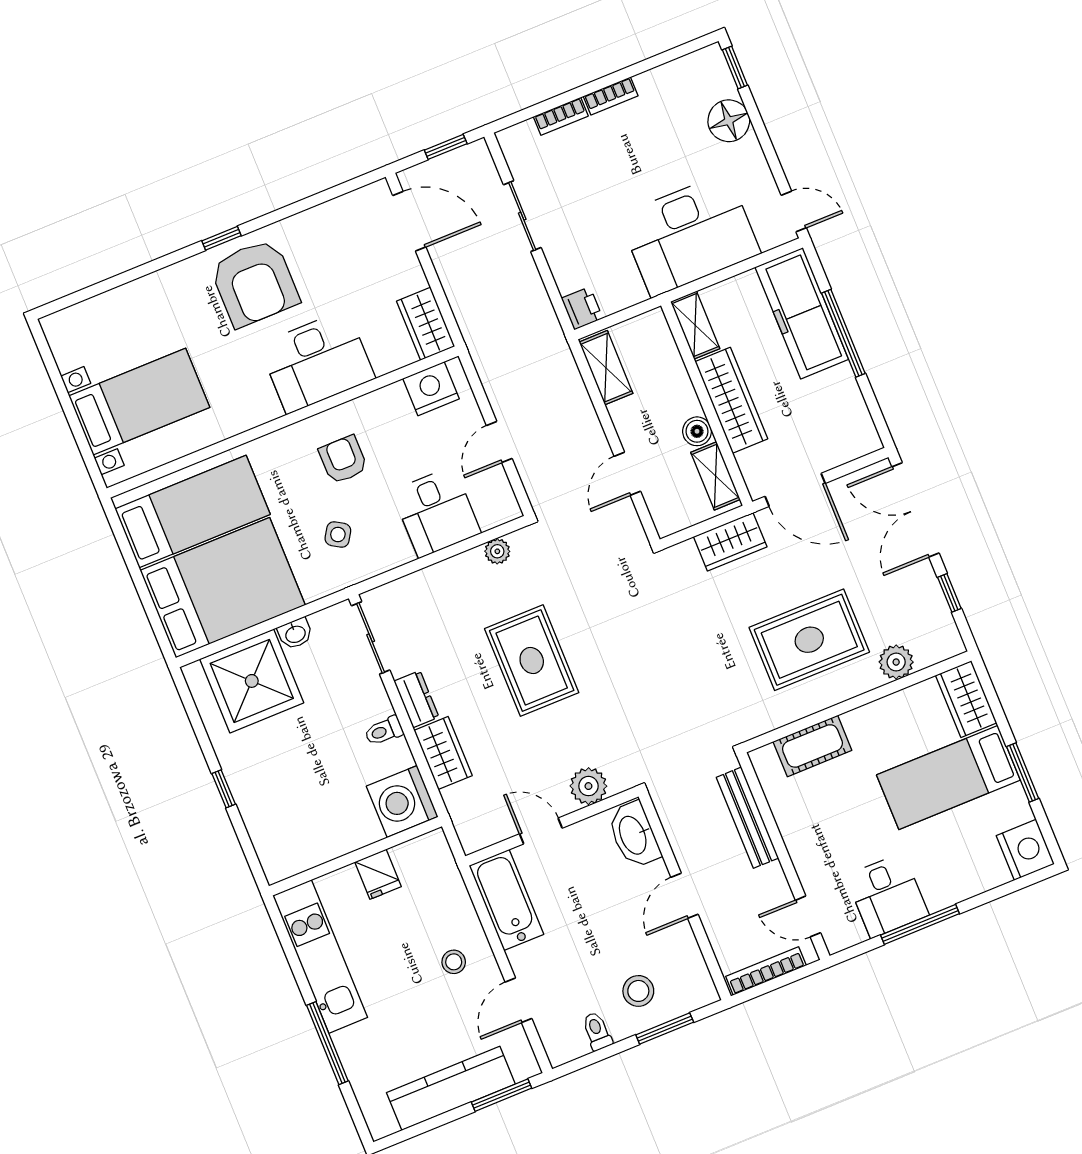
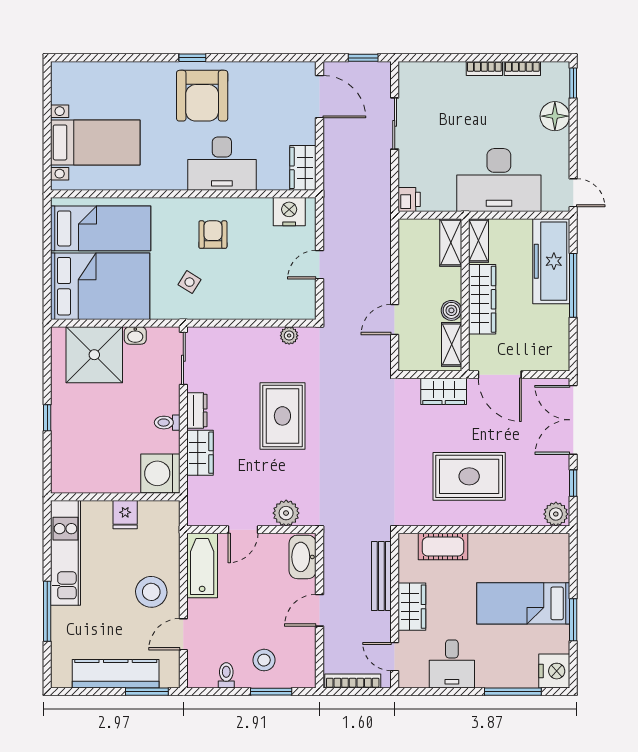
bookcase: (561, 116) -> (522, 68), moved
shelving: (606, 368) -> (451, 243), moved
desk: (436, 512) -> (260, 294), removed
plant: (896, 662) -> (556, 514), moved
wardrobe: (966, 699) -> (412, 607), moved, turned 180
door: (541, 831) -> (243, 530), swing flipped
window: (920, 924) -> (513, 692), moved
stool: (454, 962) -> (151, 592), width x1.89, depth x1.89

